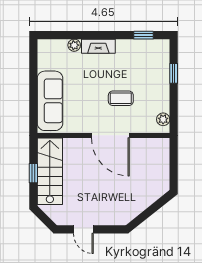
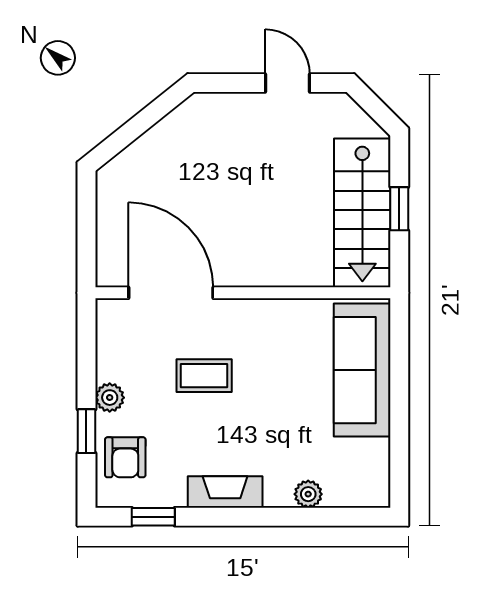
fireplace: (98, 46) -> (225, 492), moved
armchair: (156, 62) -> (125, 457), added
plant: (163, 119) -> (110, 398), moved
door: (110, 135) -> (171, 293), moved

